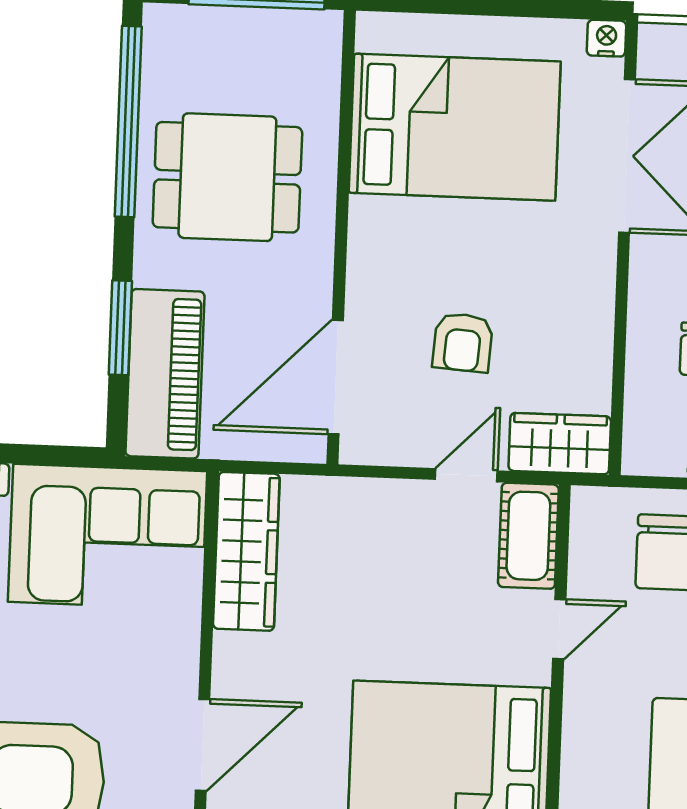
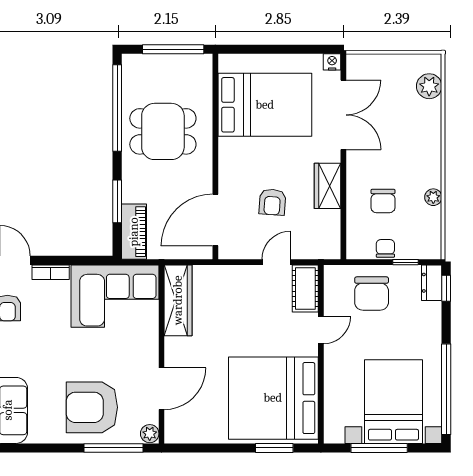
piano: (165, 374) -> (134, 232), width x0.73, depth x0.75
wardrobe: (560, 444) -> (327, 186), moved, turned -90

